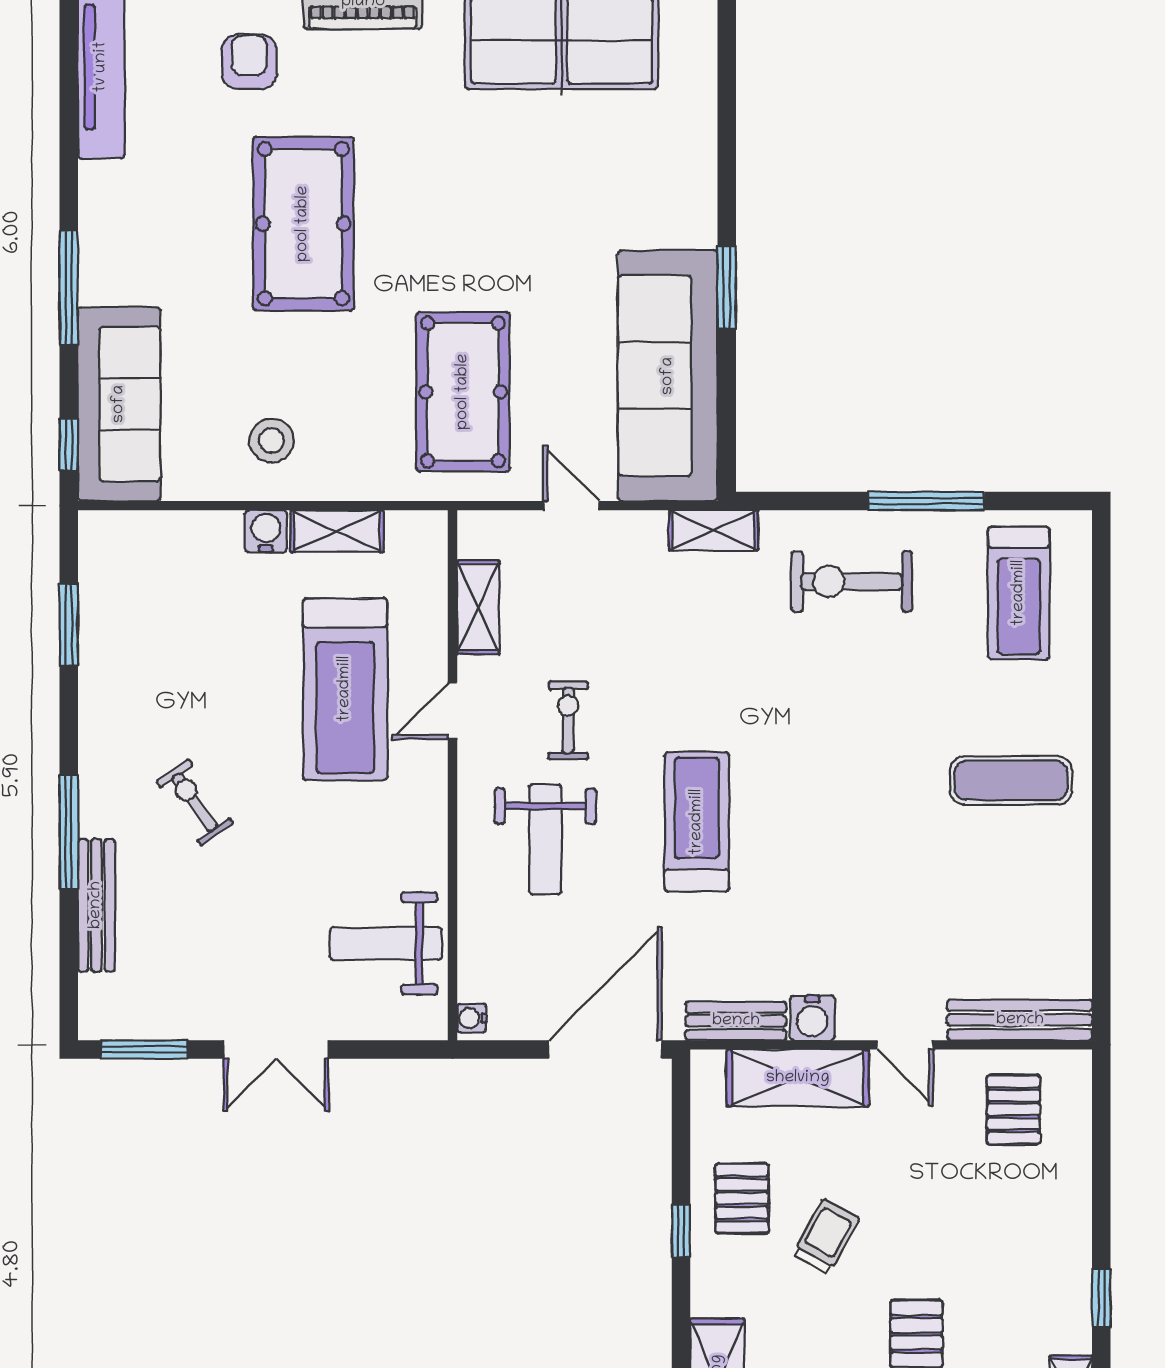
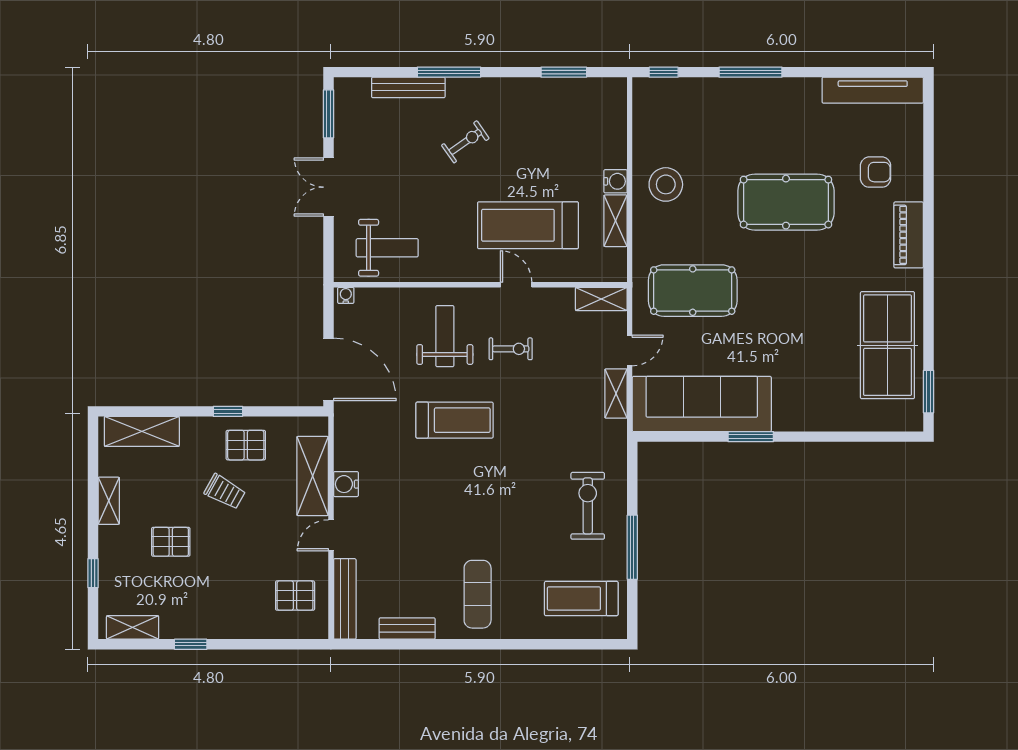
sofa: (119, 404) -> (686, 100), removed
stool: (272, 441) -> (666, 184), width x1.38, depth x1.38
shelving: (714, 530) -> (616, 393), moved
shelving: (478, 607) -> (601, 299), moved
weight bench: (545, 839) -> (445, 336), turned 90
weight bench: (386, 943) -> (387, 248), turned 90
bench: (736, 1021) -> (407, 629), moved, turned 90

